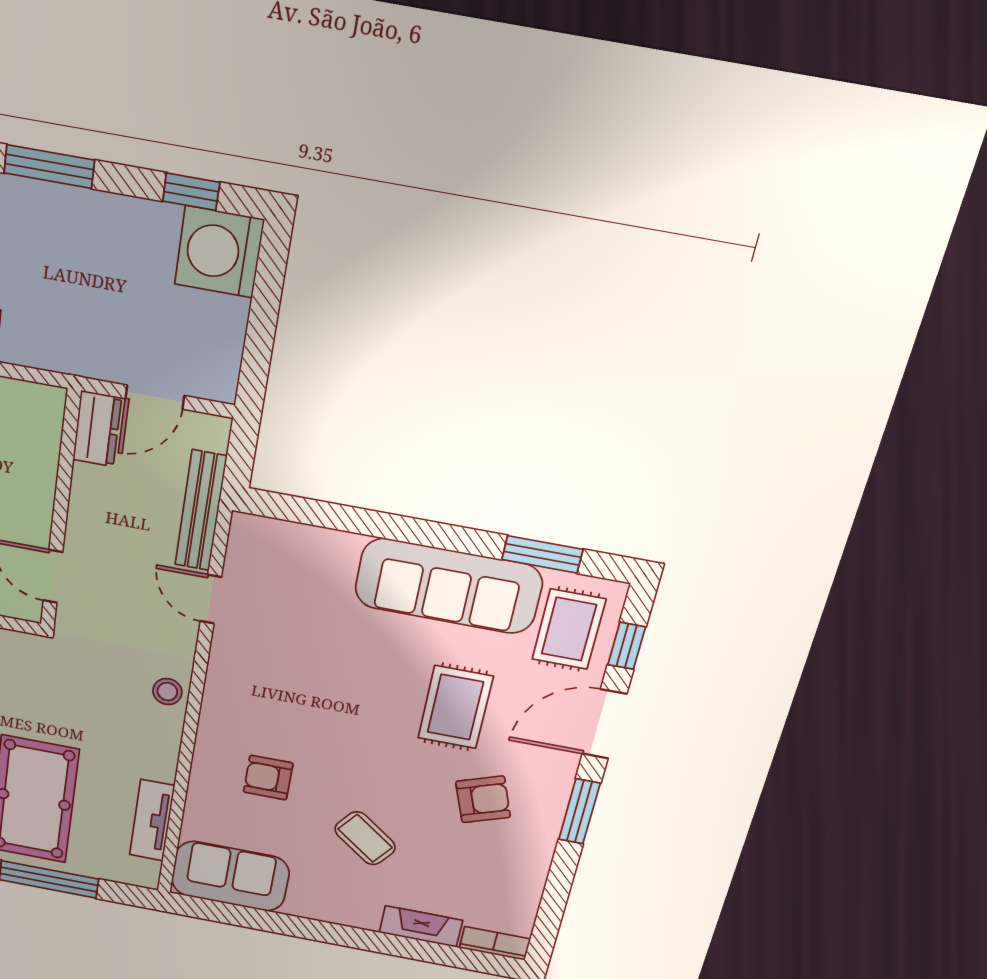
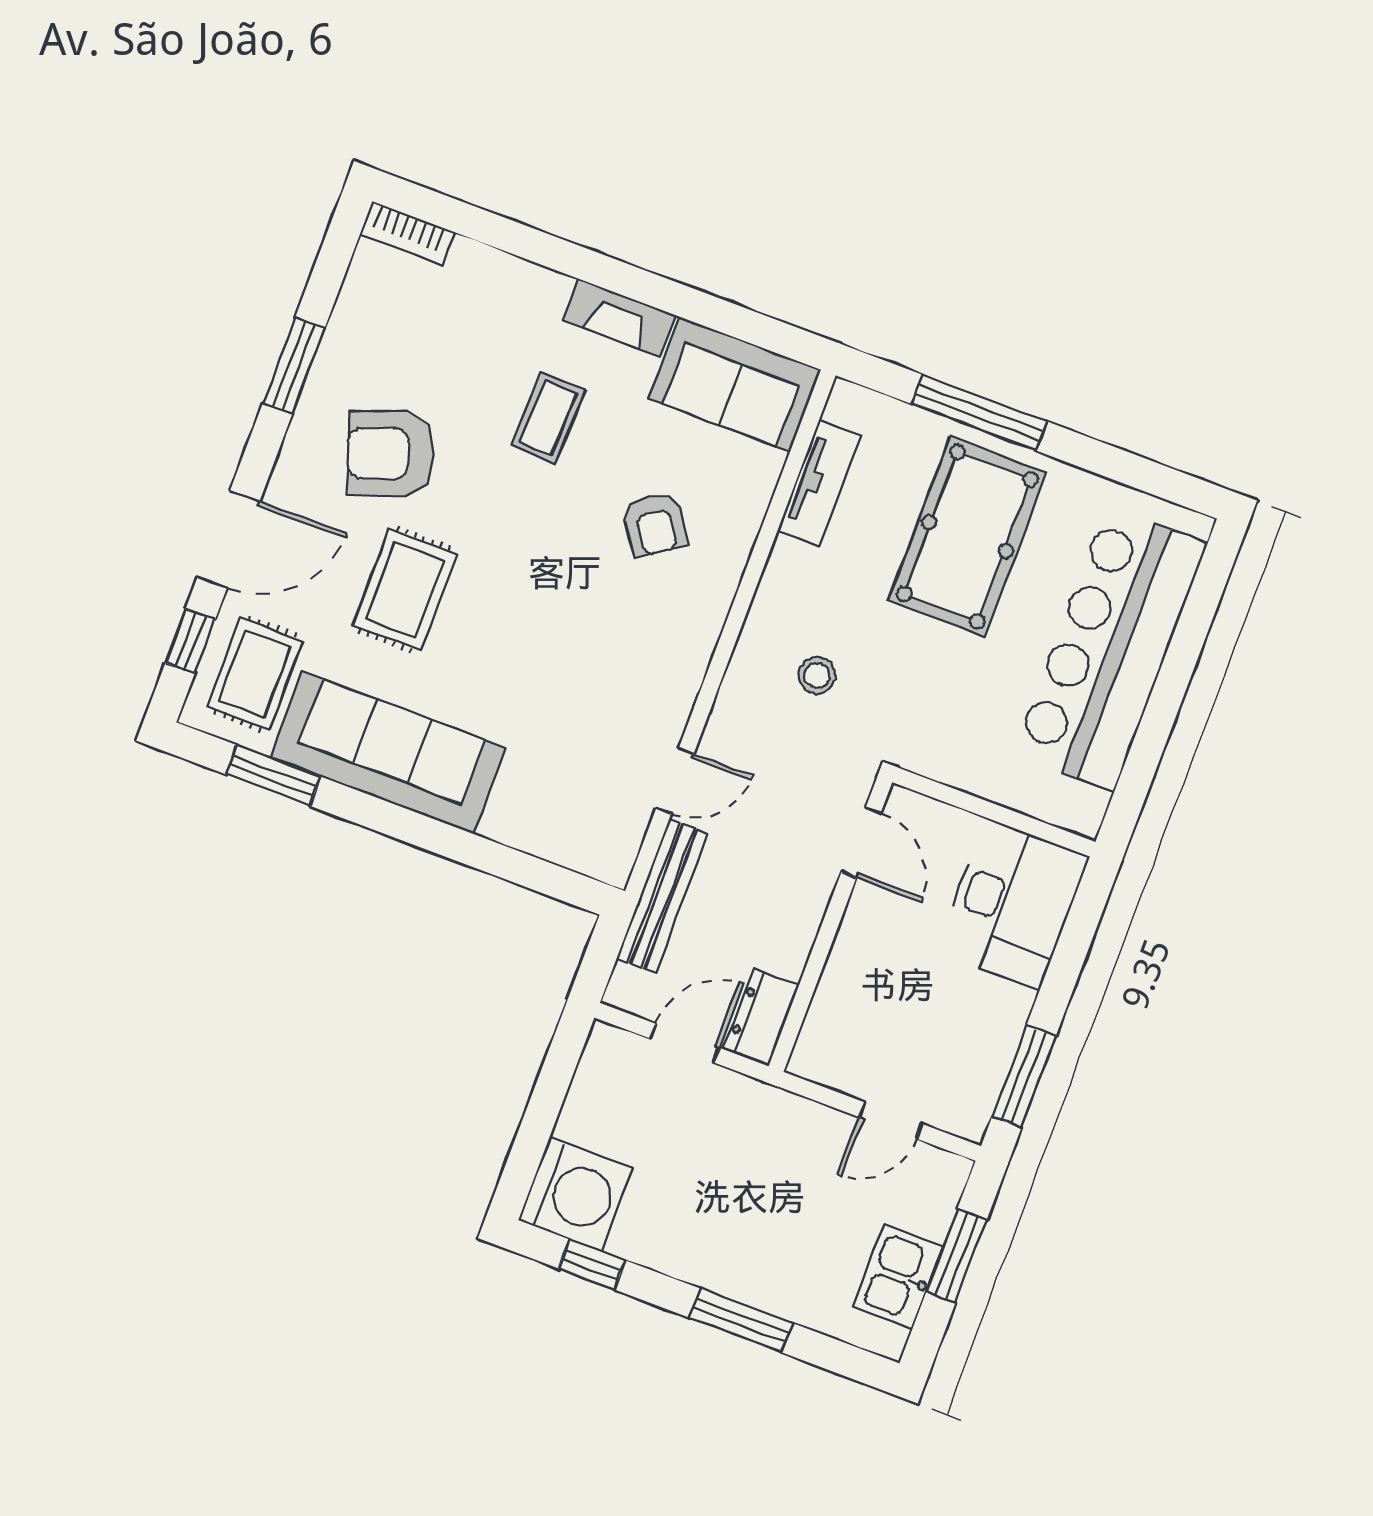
door: (211, 599) -> (675, 781), hinge flipped
stool: (167, 692) -> (817, 675), moved
armchair: (268, 778) -> (655, 524), turned 57
armchair: (483, 799) -> (390, 454), width x1.38, depth x1.38
window: (579, 811) -> (294, 366), moved
coffee table: (365, 838) -> (548, 418), turned 55
fireplace: (421, 926) -> (619, 318), moved

